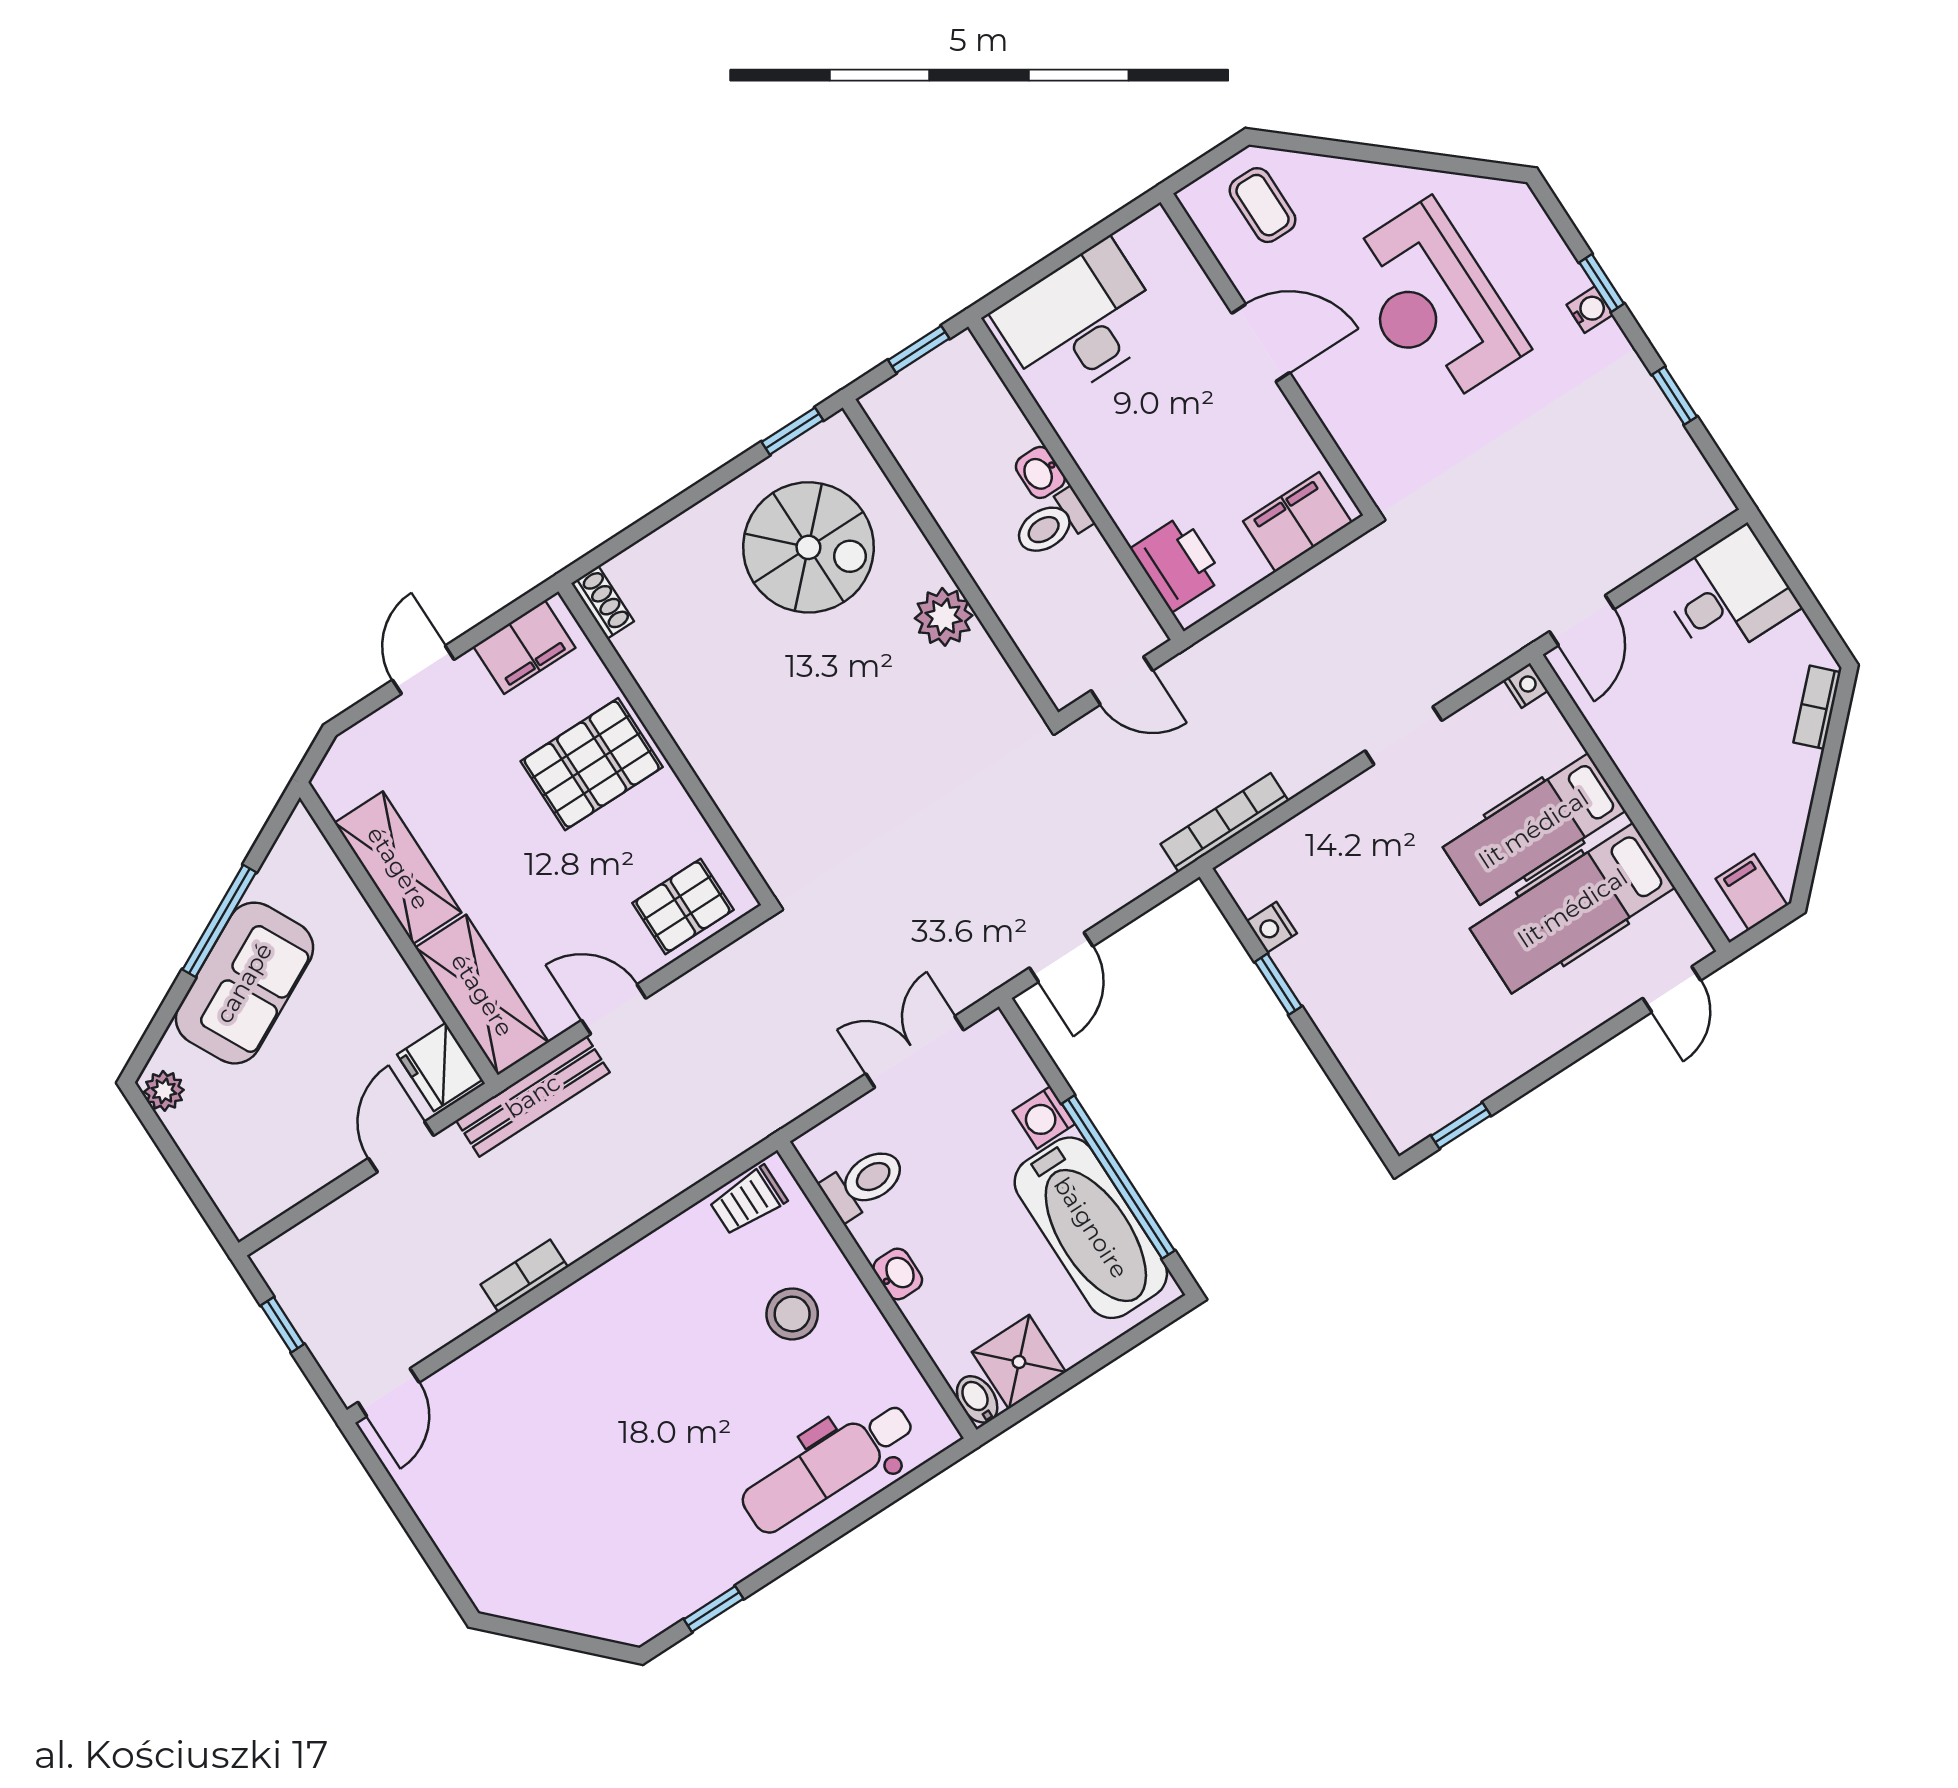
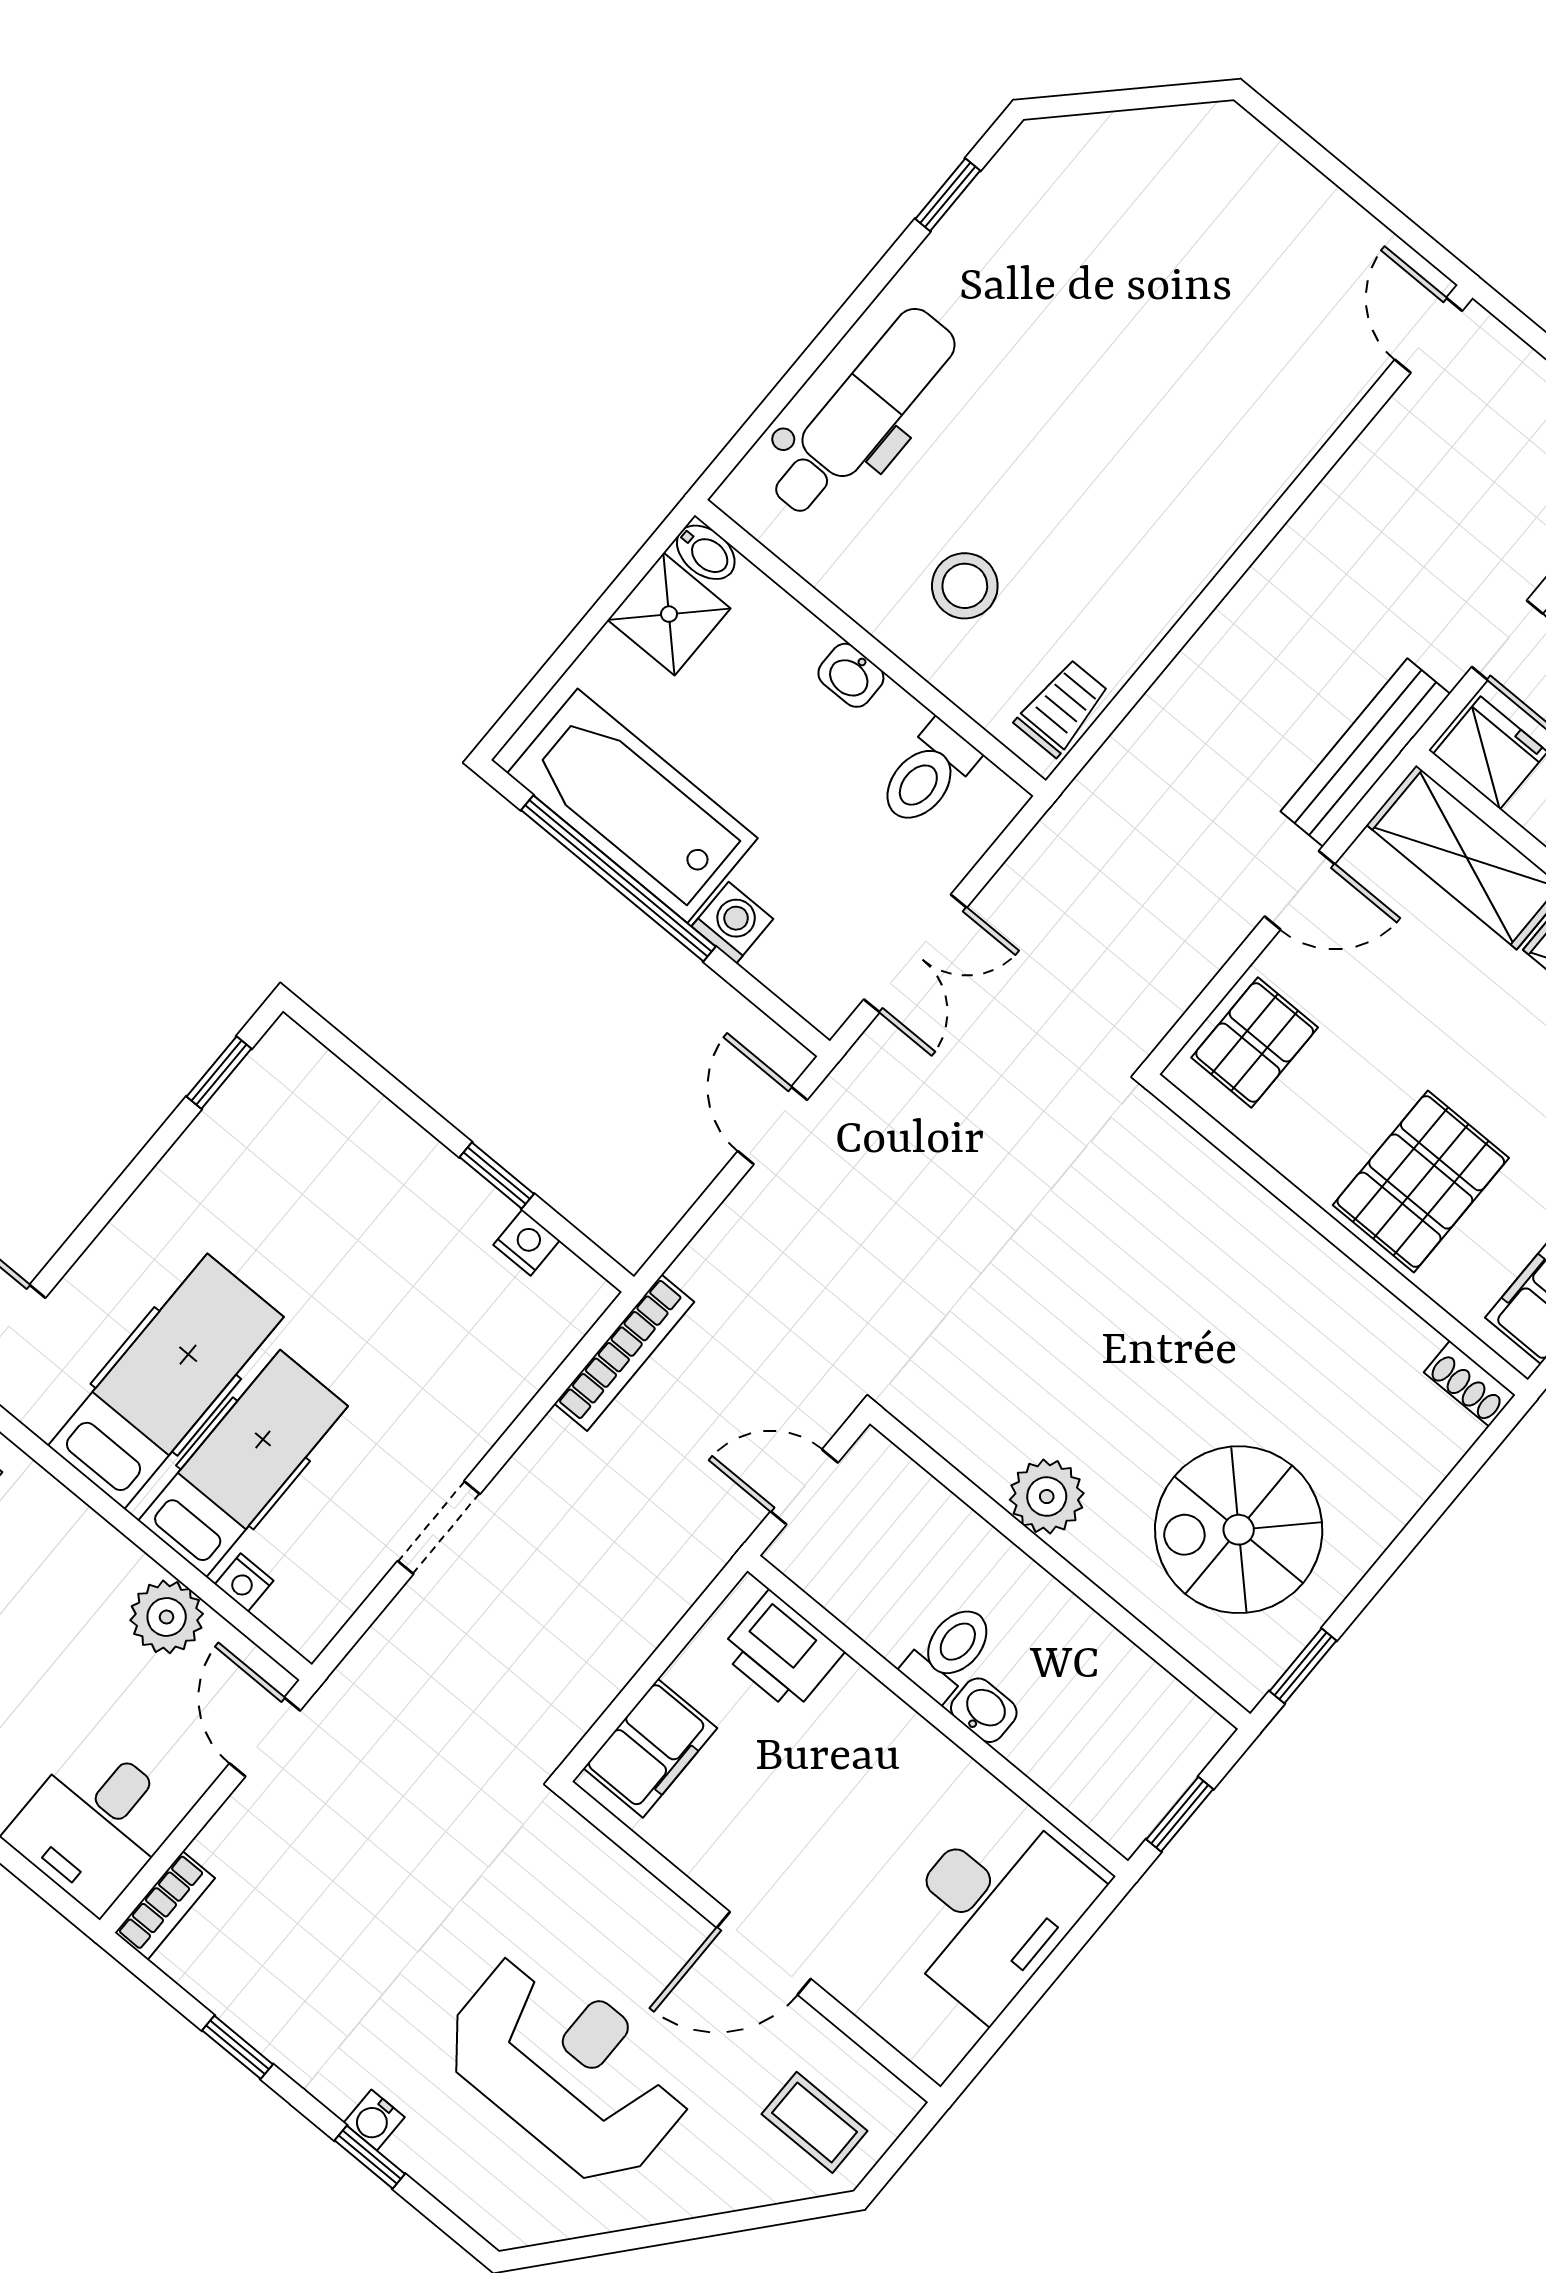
nightstand: (1526, 685) -> (244, 1582), moved
plant: (1627, 733) -> (167, 1617), added
bookcase: (524, 1276) -> (165, 1906), moved

